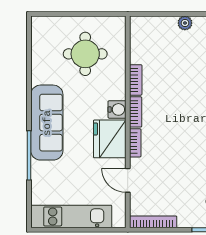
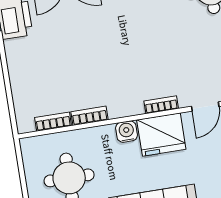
plant: (185, 23) -> (16, 70), removed
bookcase: (136, 112) -> (53, 122), moved

